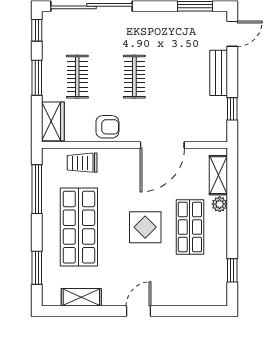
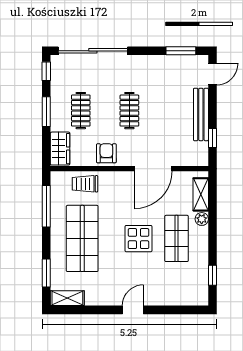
bench: (219, 73) -> (201, 114), width x1.36
armchair: (107, 127) -> (106, 153), turned -90
shelving: (81, 297) -> (67, 298), moved

